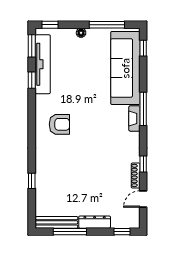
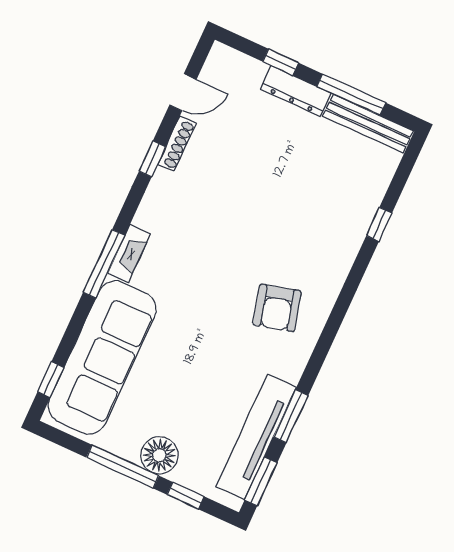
window: (50, 25) -> (186, 496), moved
window: (107, 25) -> (123, 467), moved
floor lamp: (81, 33) -> (159, 455), width x1.89, depth x1.89
window: (32, 80) -> (291, 416), width x1.50
armchair: (59, 124) -> (277, 308), turned -105
window: (122, 232) -> (281, 62), moved

